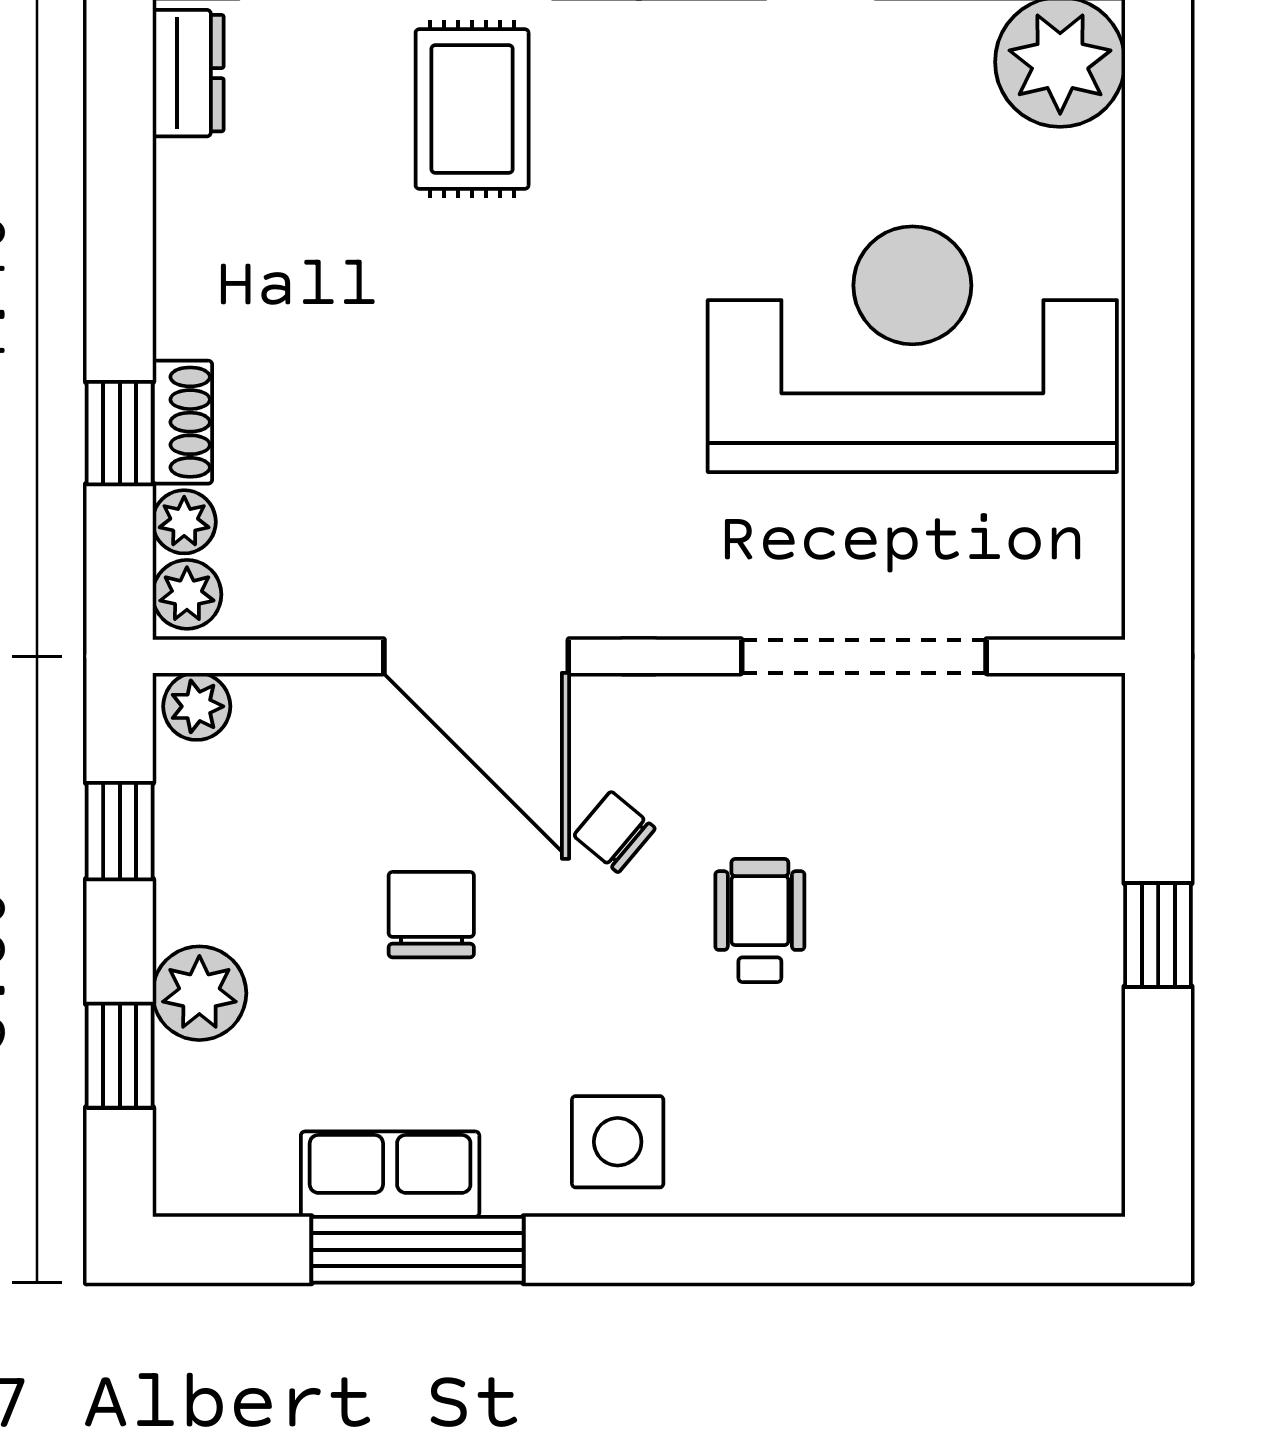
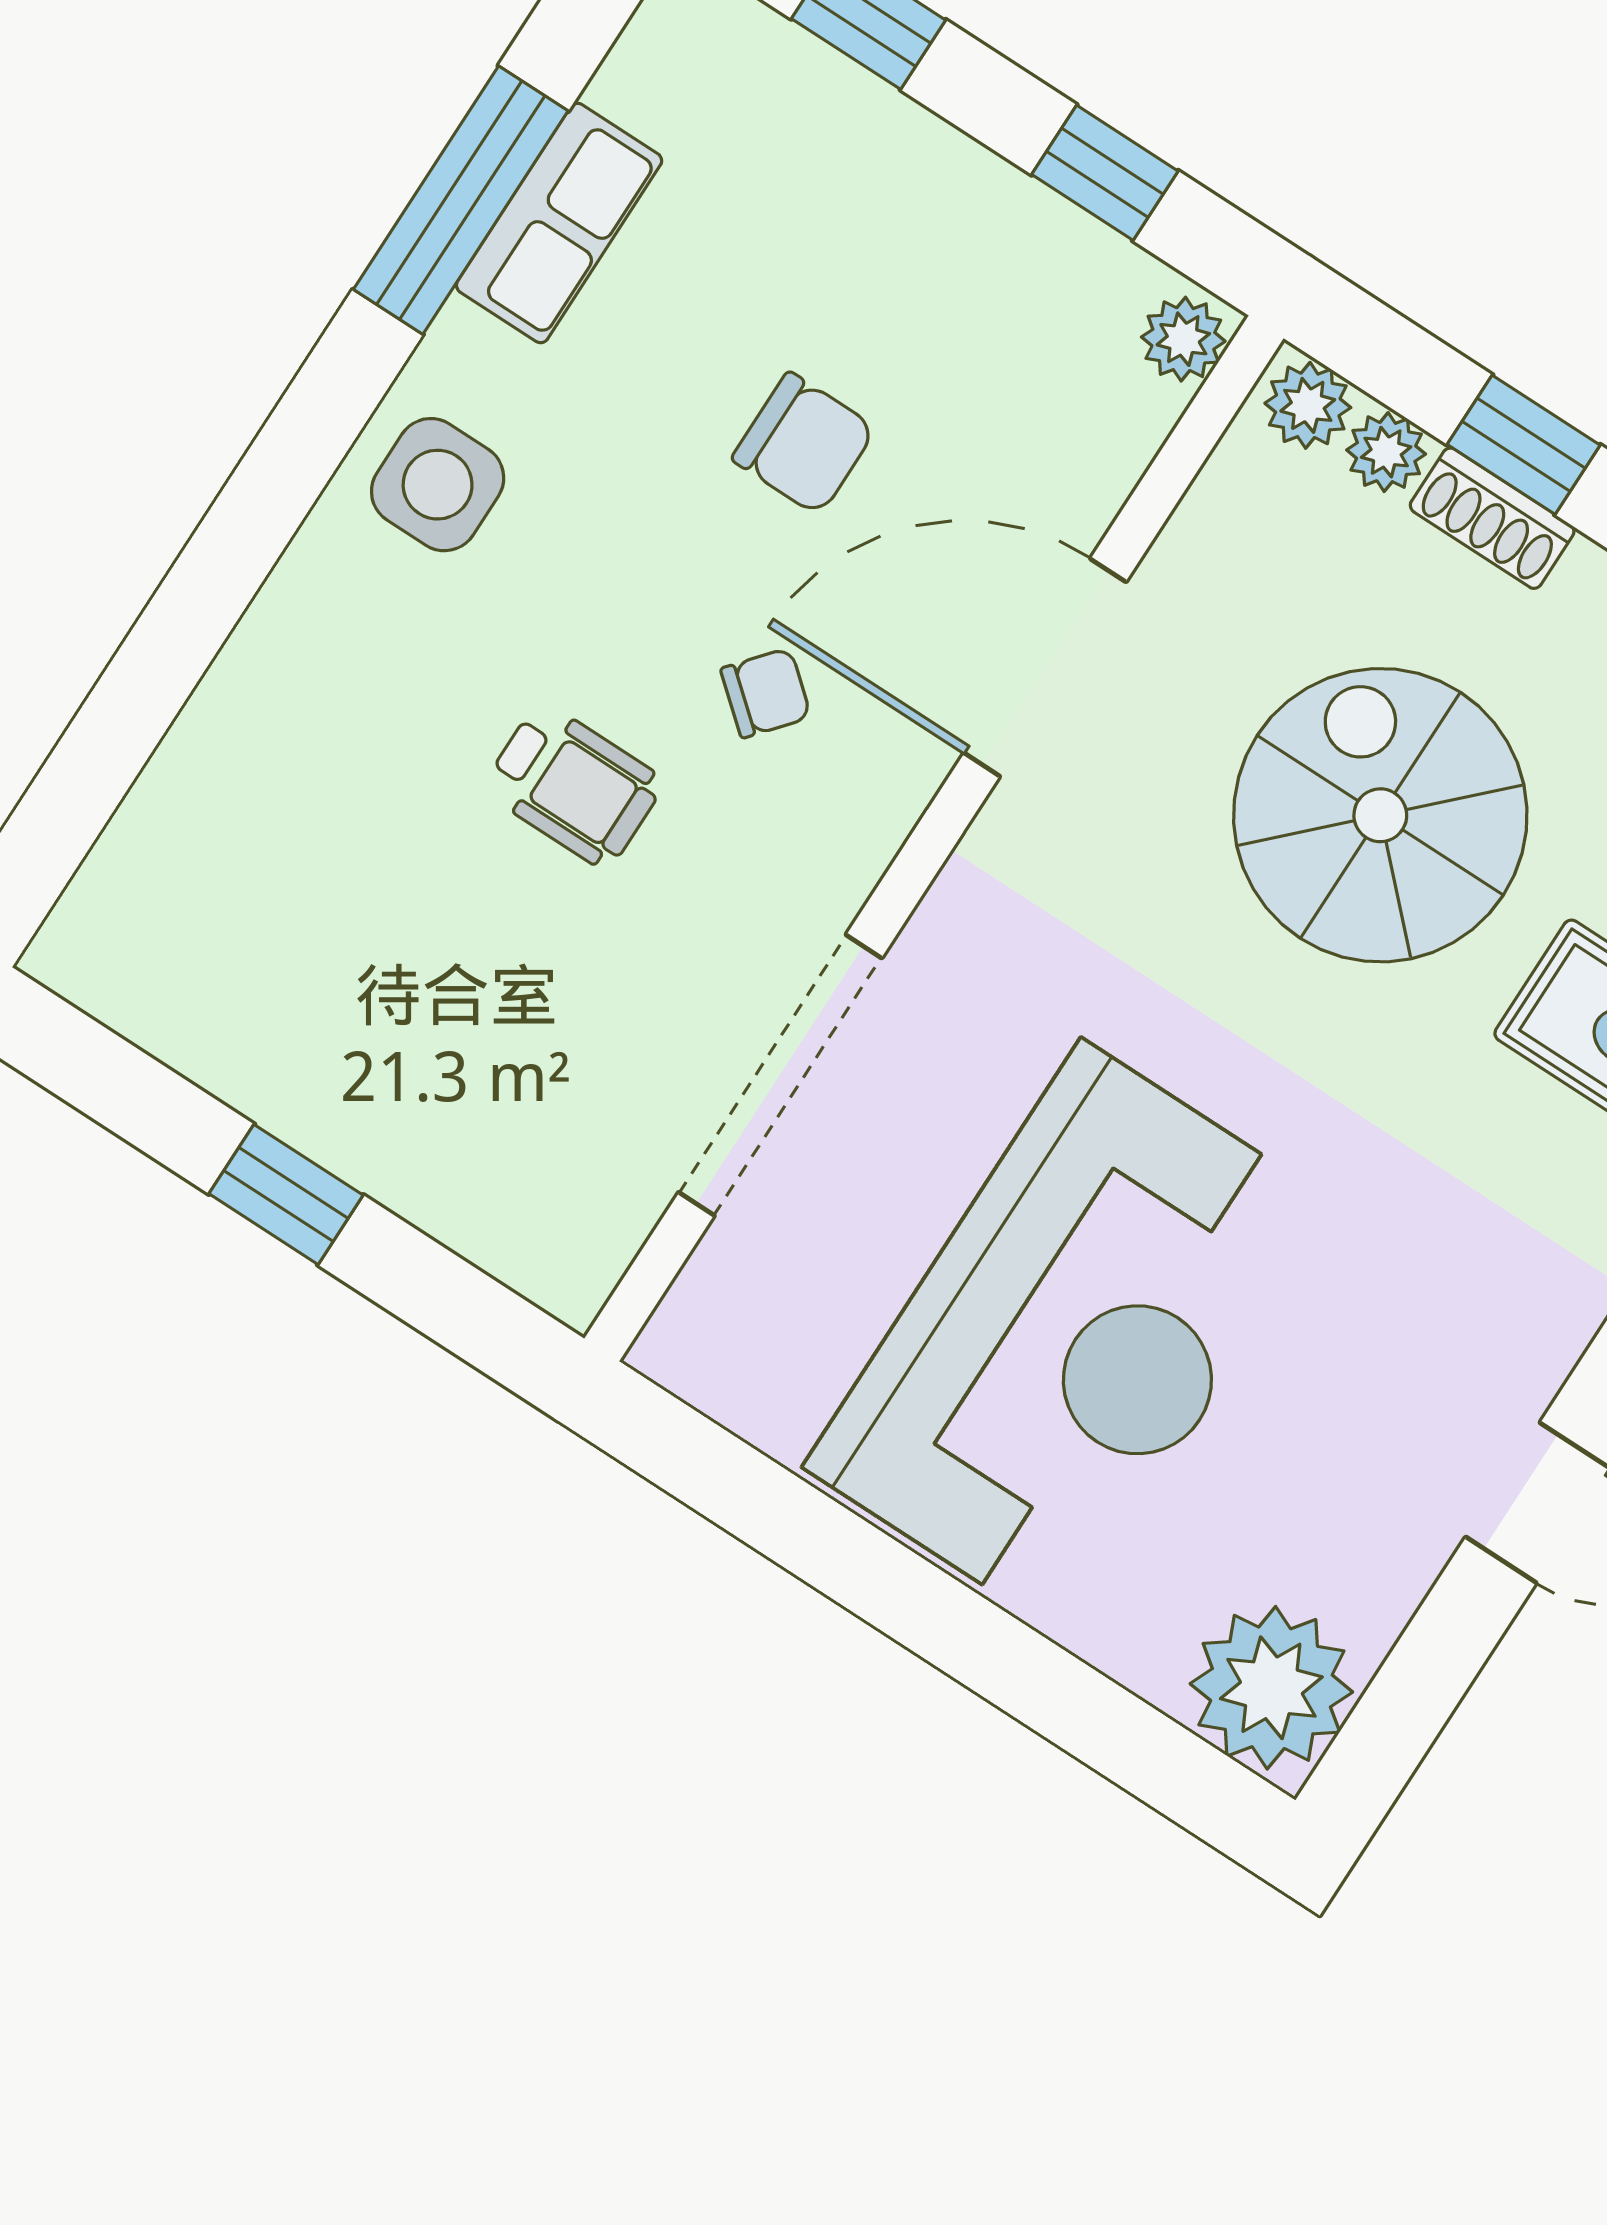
spiral stairs: (429, 368) -> (1380, 815), added
plant: (199, 993) -> (880, 146), removed

